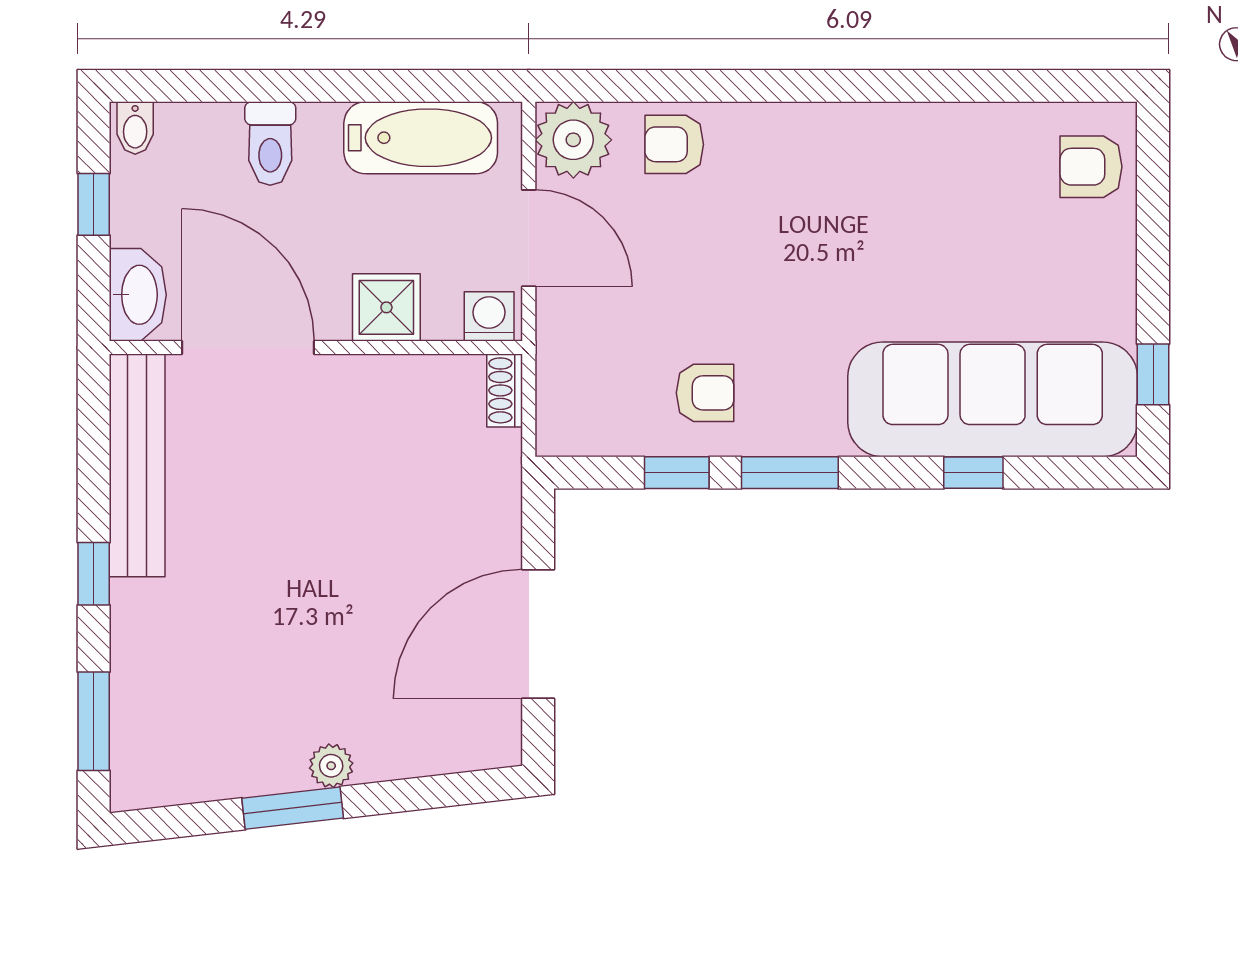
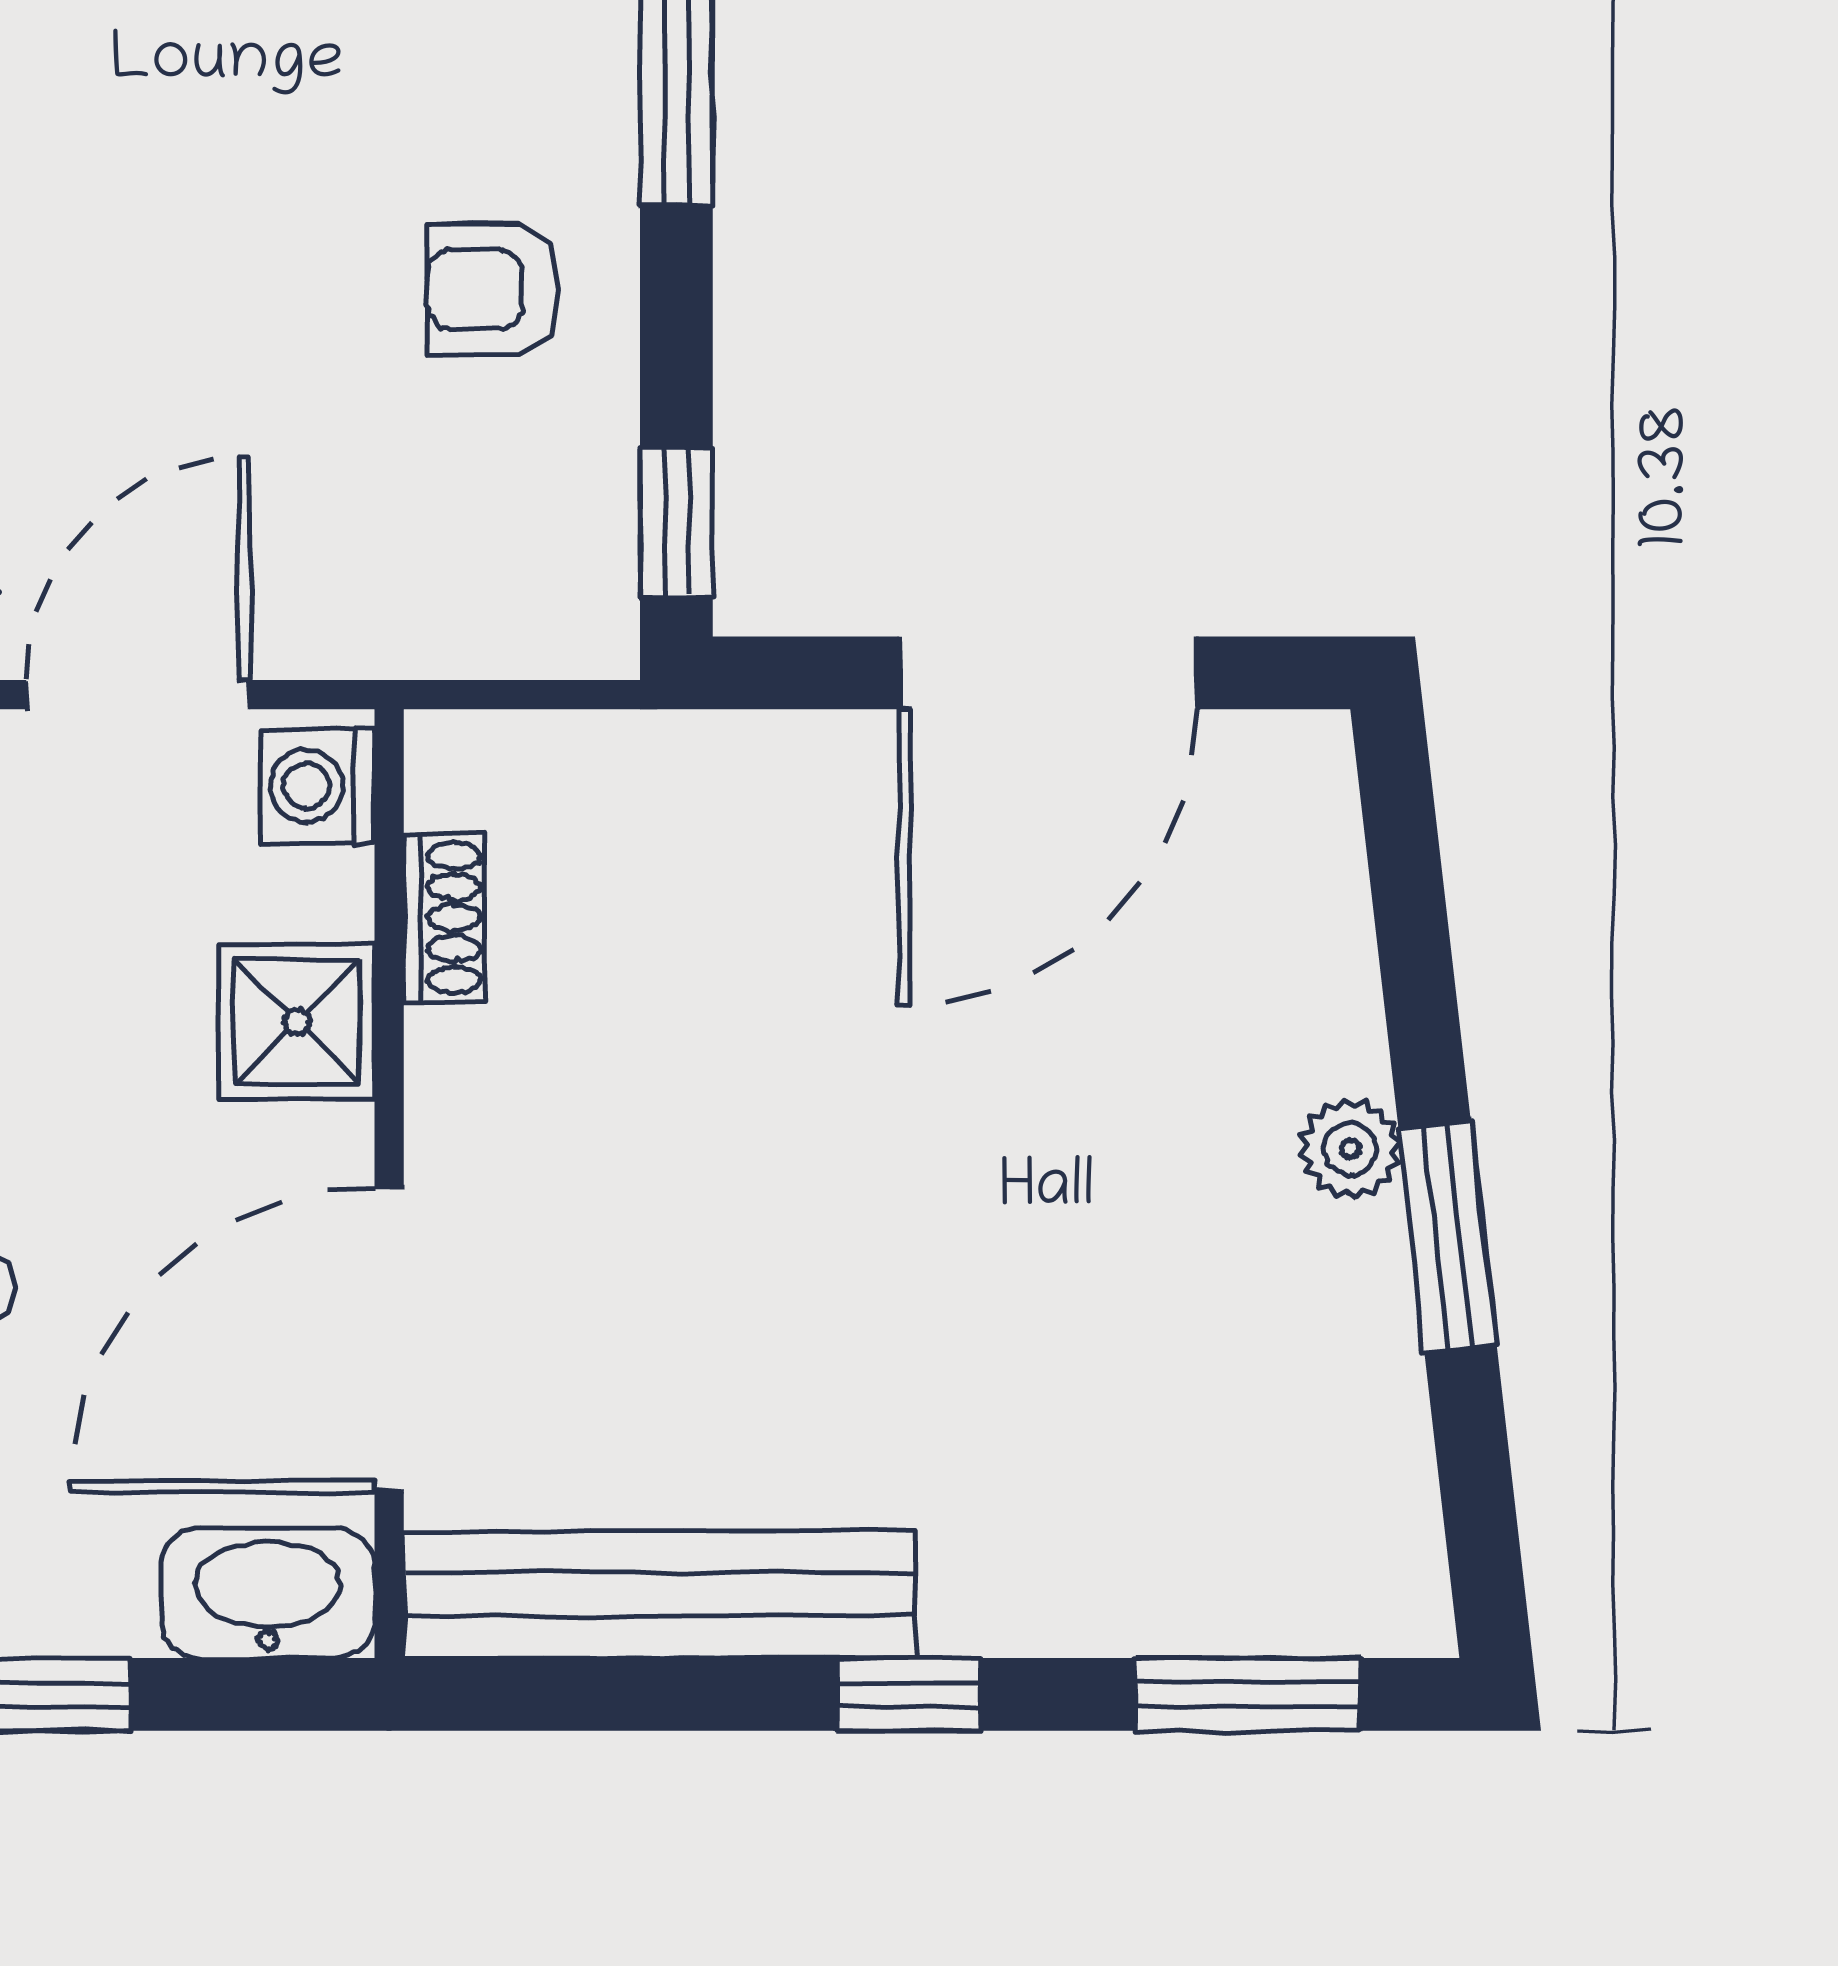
shoe rack: (505, 390) -> (444, 918), moved, turned -90
armchair: (705, 393) -> (493, 289), turned -90
window: (677, 473) -> (676, 523), moved
door: (538, 634) -> (1048, 673), hinge flipped

